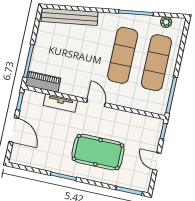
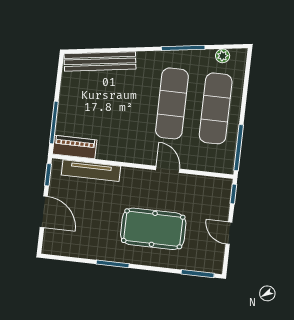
tv unit: (60, 103) -> (91, 171), width x1.41
door: (96, 103) -> (168, 169), moved

